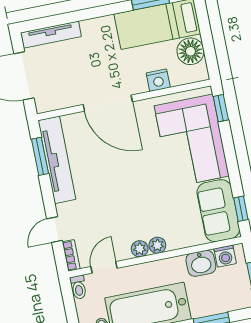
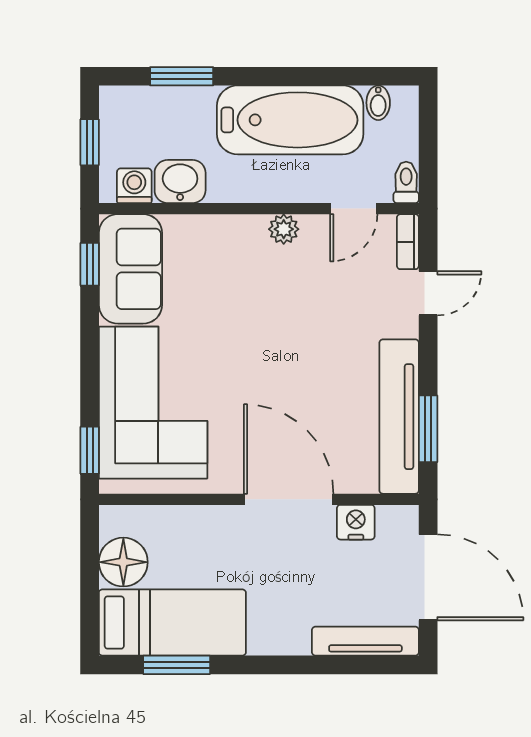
nightstand: (158, 80) -> (356, 522), moved
plant: (157, 245) -> (251, 229), removed

